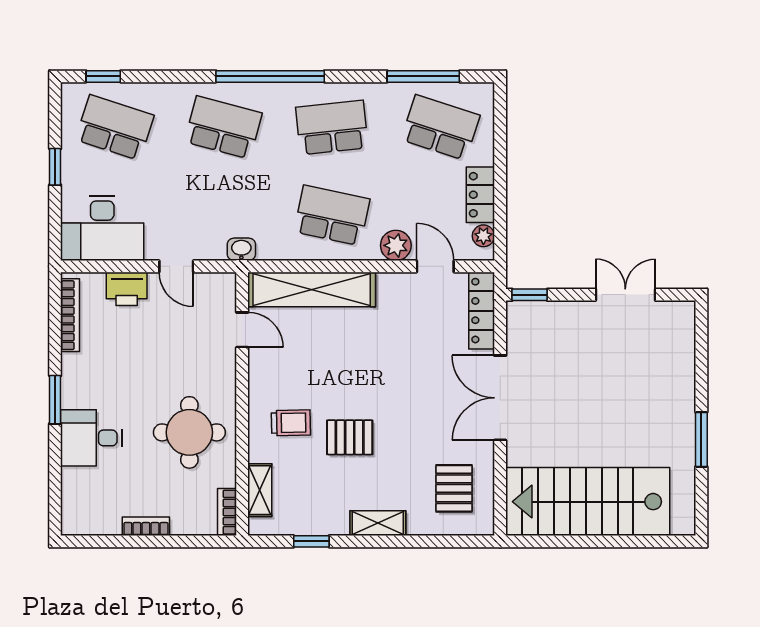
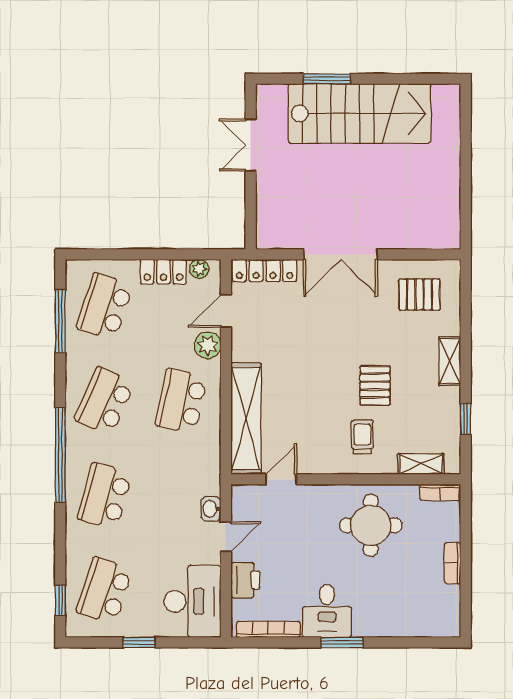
school desk: (332, 127) -> (105, 401), turned 30
washbasin: (241, 249) -> (211, 509), moved
window: (530, 295) -> (251, 229), removed
desk: (91, 438) -> (327, 611), moved
window: (701, 439) -> (327, 79), moved
stairs: (588, 502) -> (360, 113), moved, turned -90

